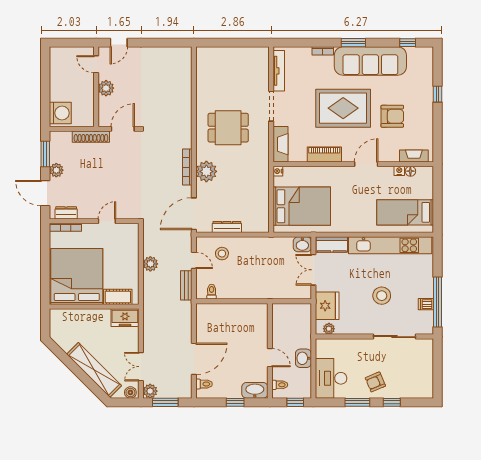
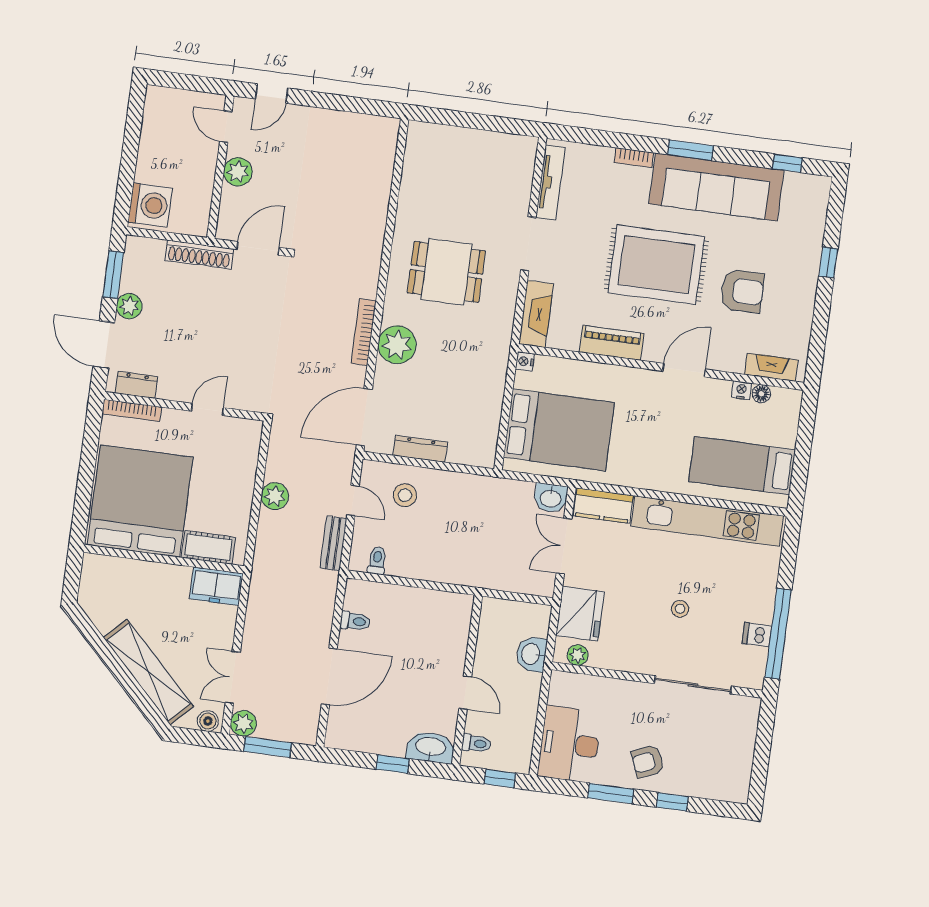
stool: (382, 296) -> (680, 609), width x0.53, depth x0.53
washbasin: (303, 358) -> (531, 654), moved
toilet: (204, 384) -> (355, 621), moved

